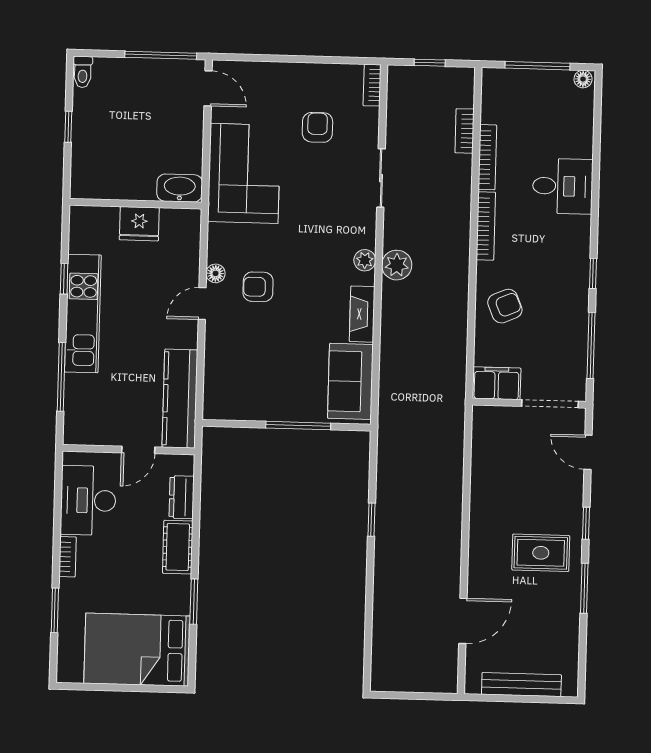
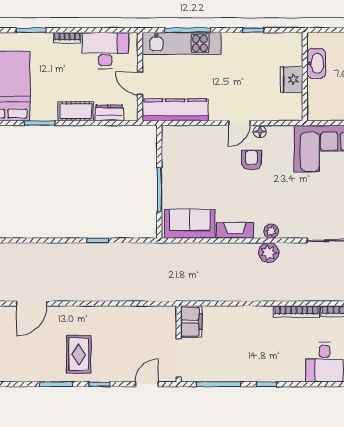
washbasin: (180, 188) -> (316, 63), moved
door: (202, 303) -> (239, 123), swing flipped
armchair: (505, 306) -> (243, 326), removed
kitchen unit: (83, 313) -> (182, 43), moved
door: (463, 621) -> (32, 304), hinge flipped

